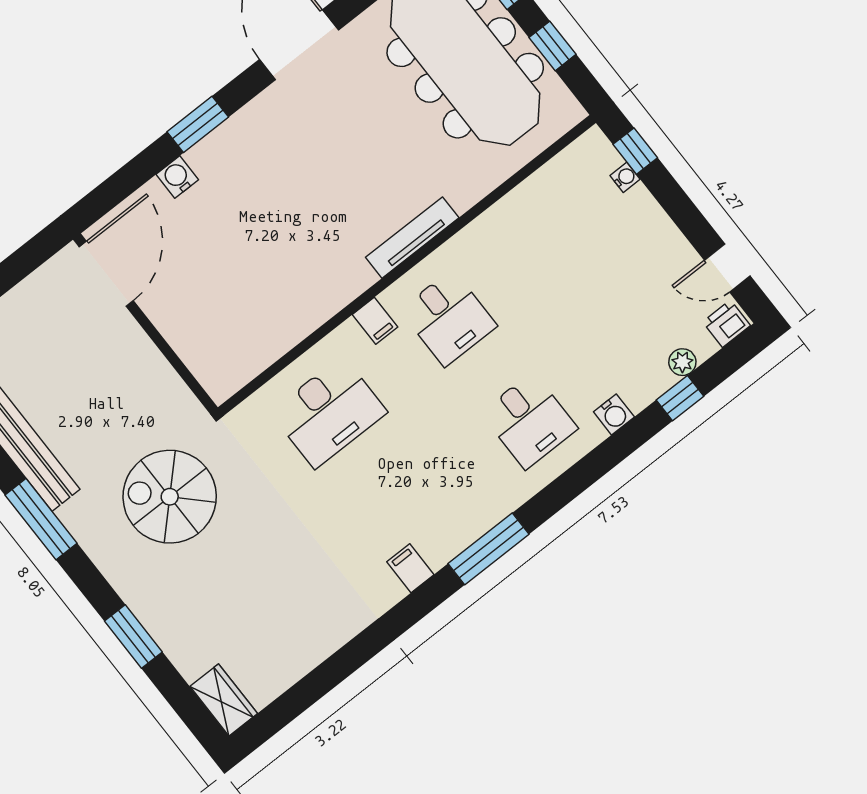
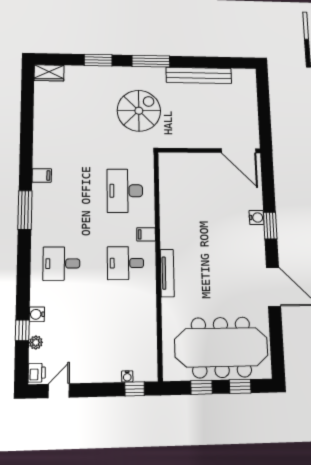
water cooler: (177, 177) -> (257, 217), moved
water cooler: (614, 414) -> (37, 314), moved
window: (41, 519) -> (151, 61), moved

